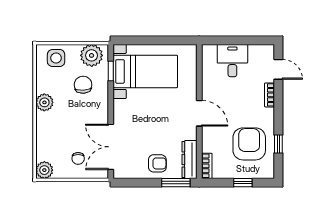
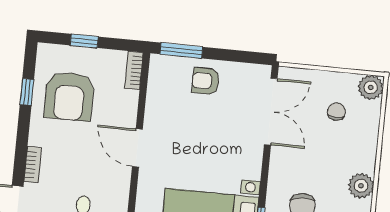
chair: (78, 158) -> (336, 112), moved
dresser: (189, 160) -> (158, 82), removed

